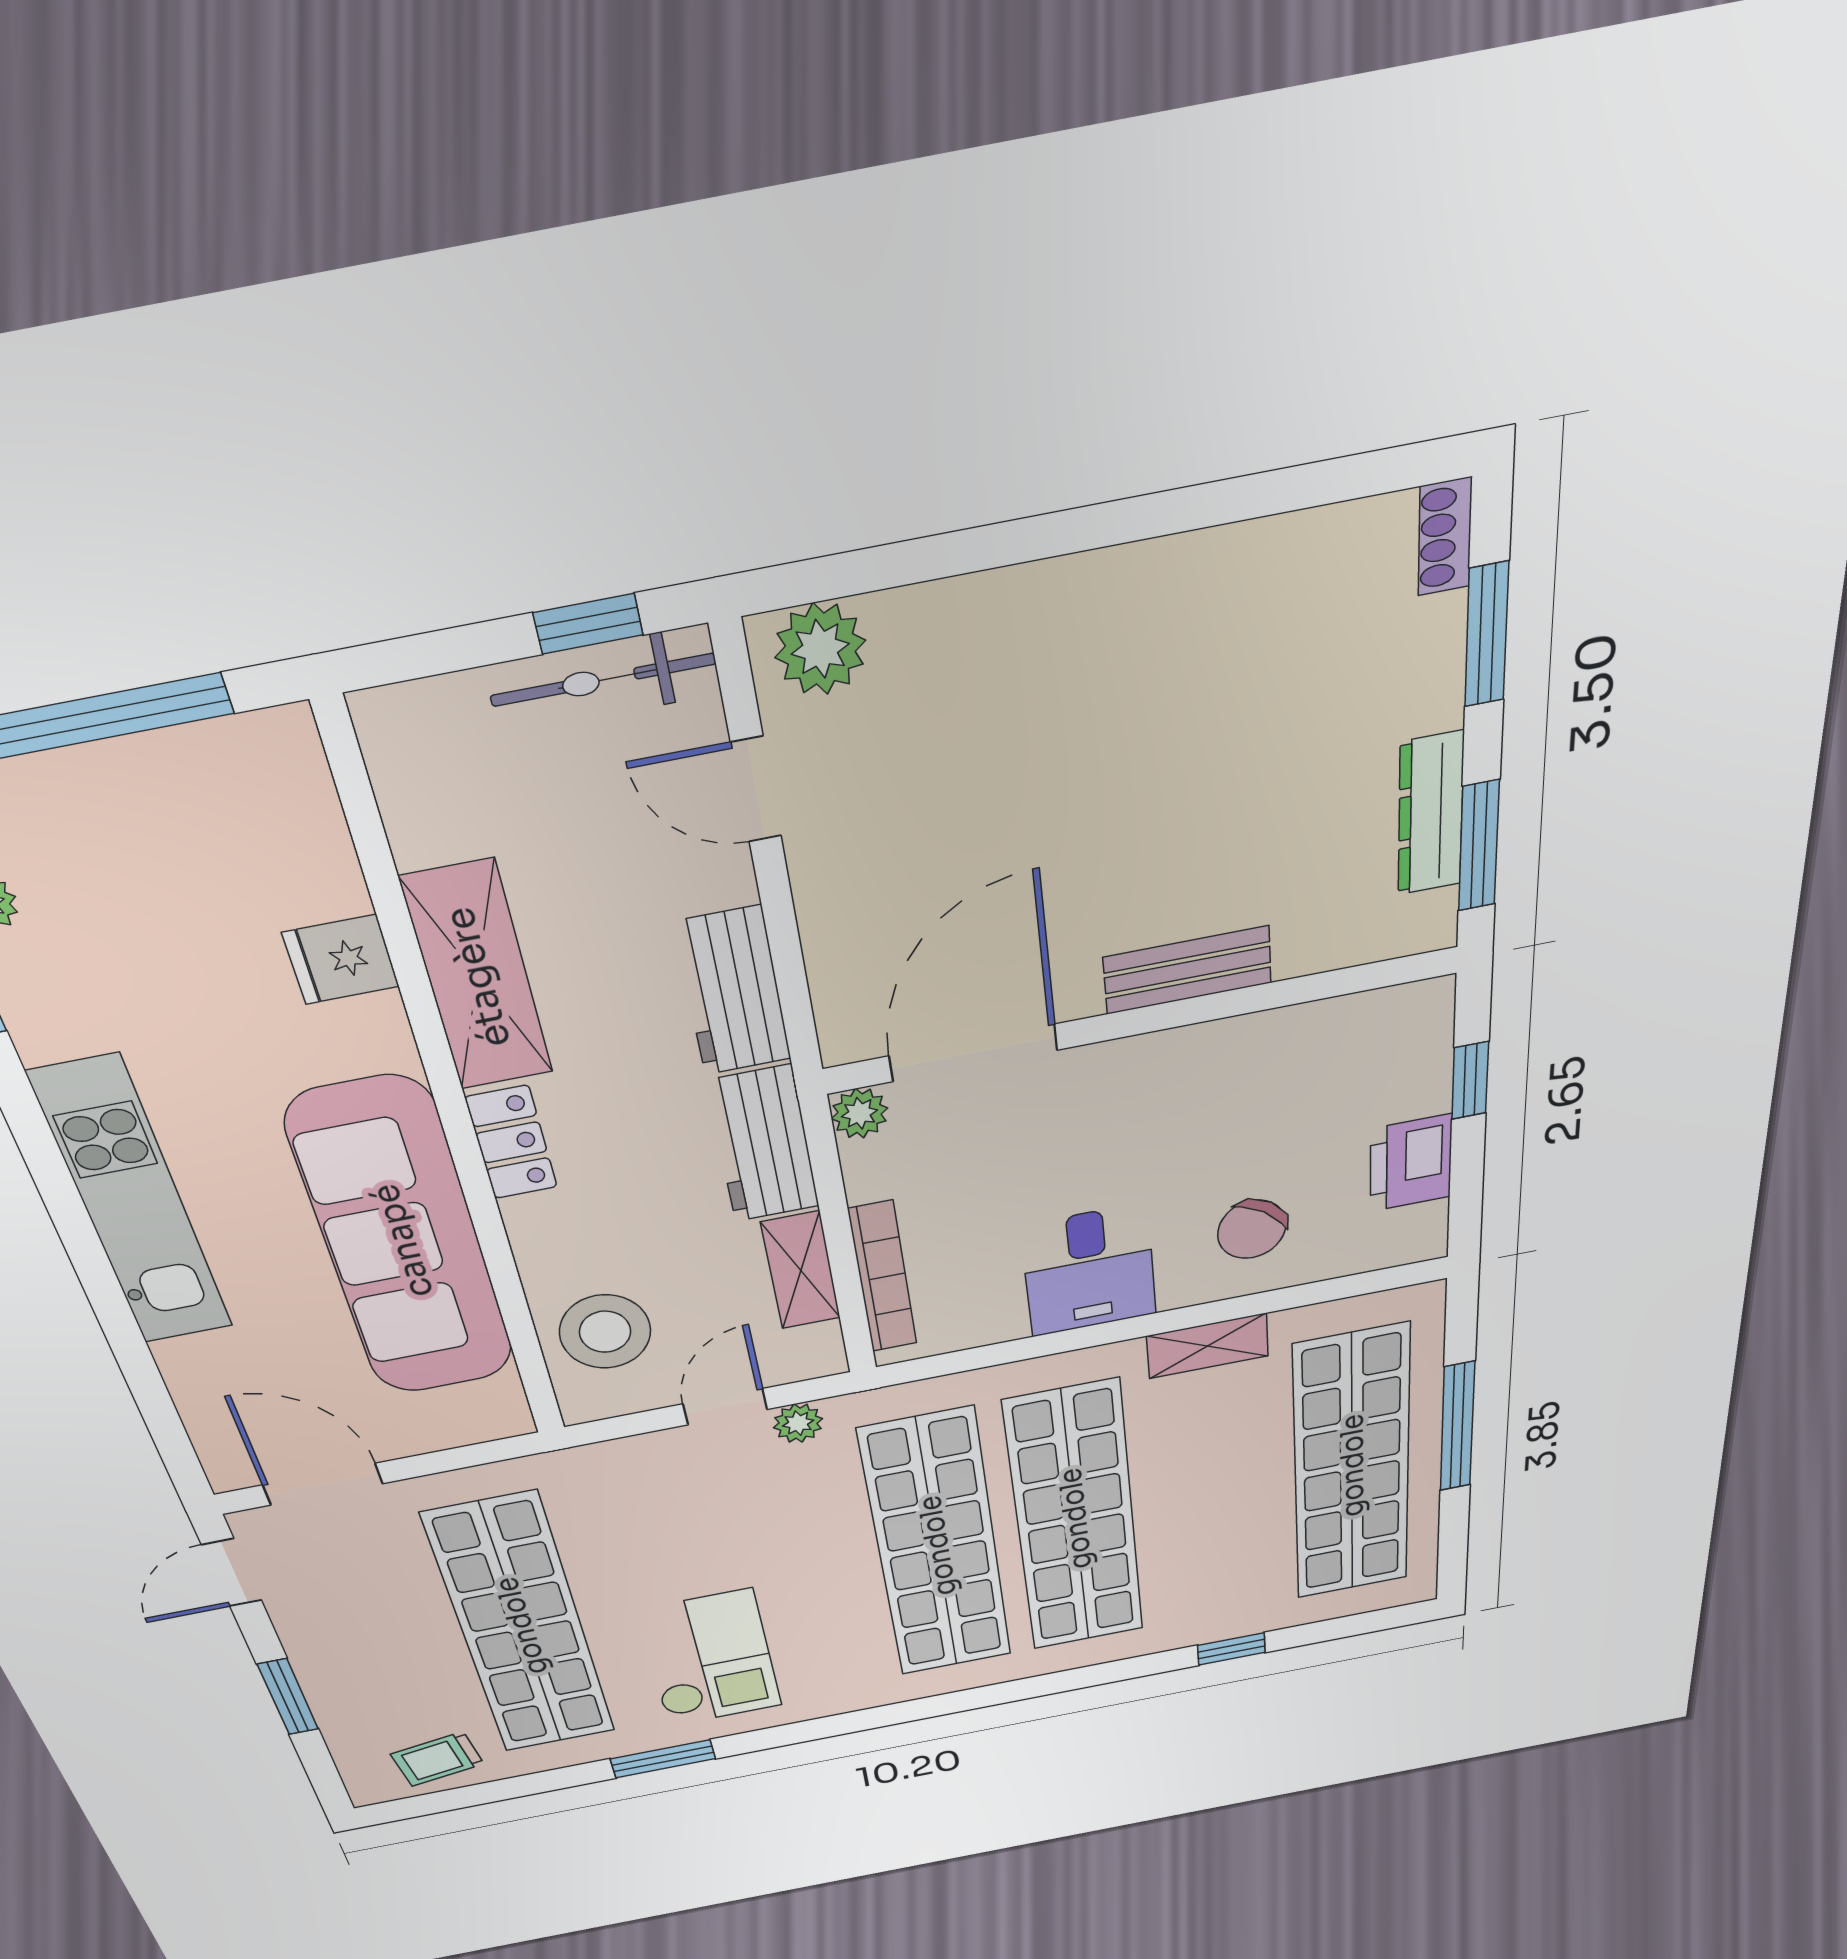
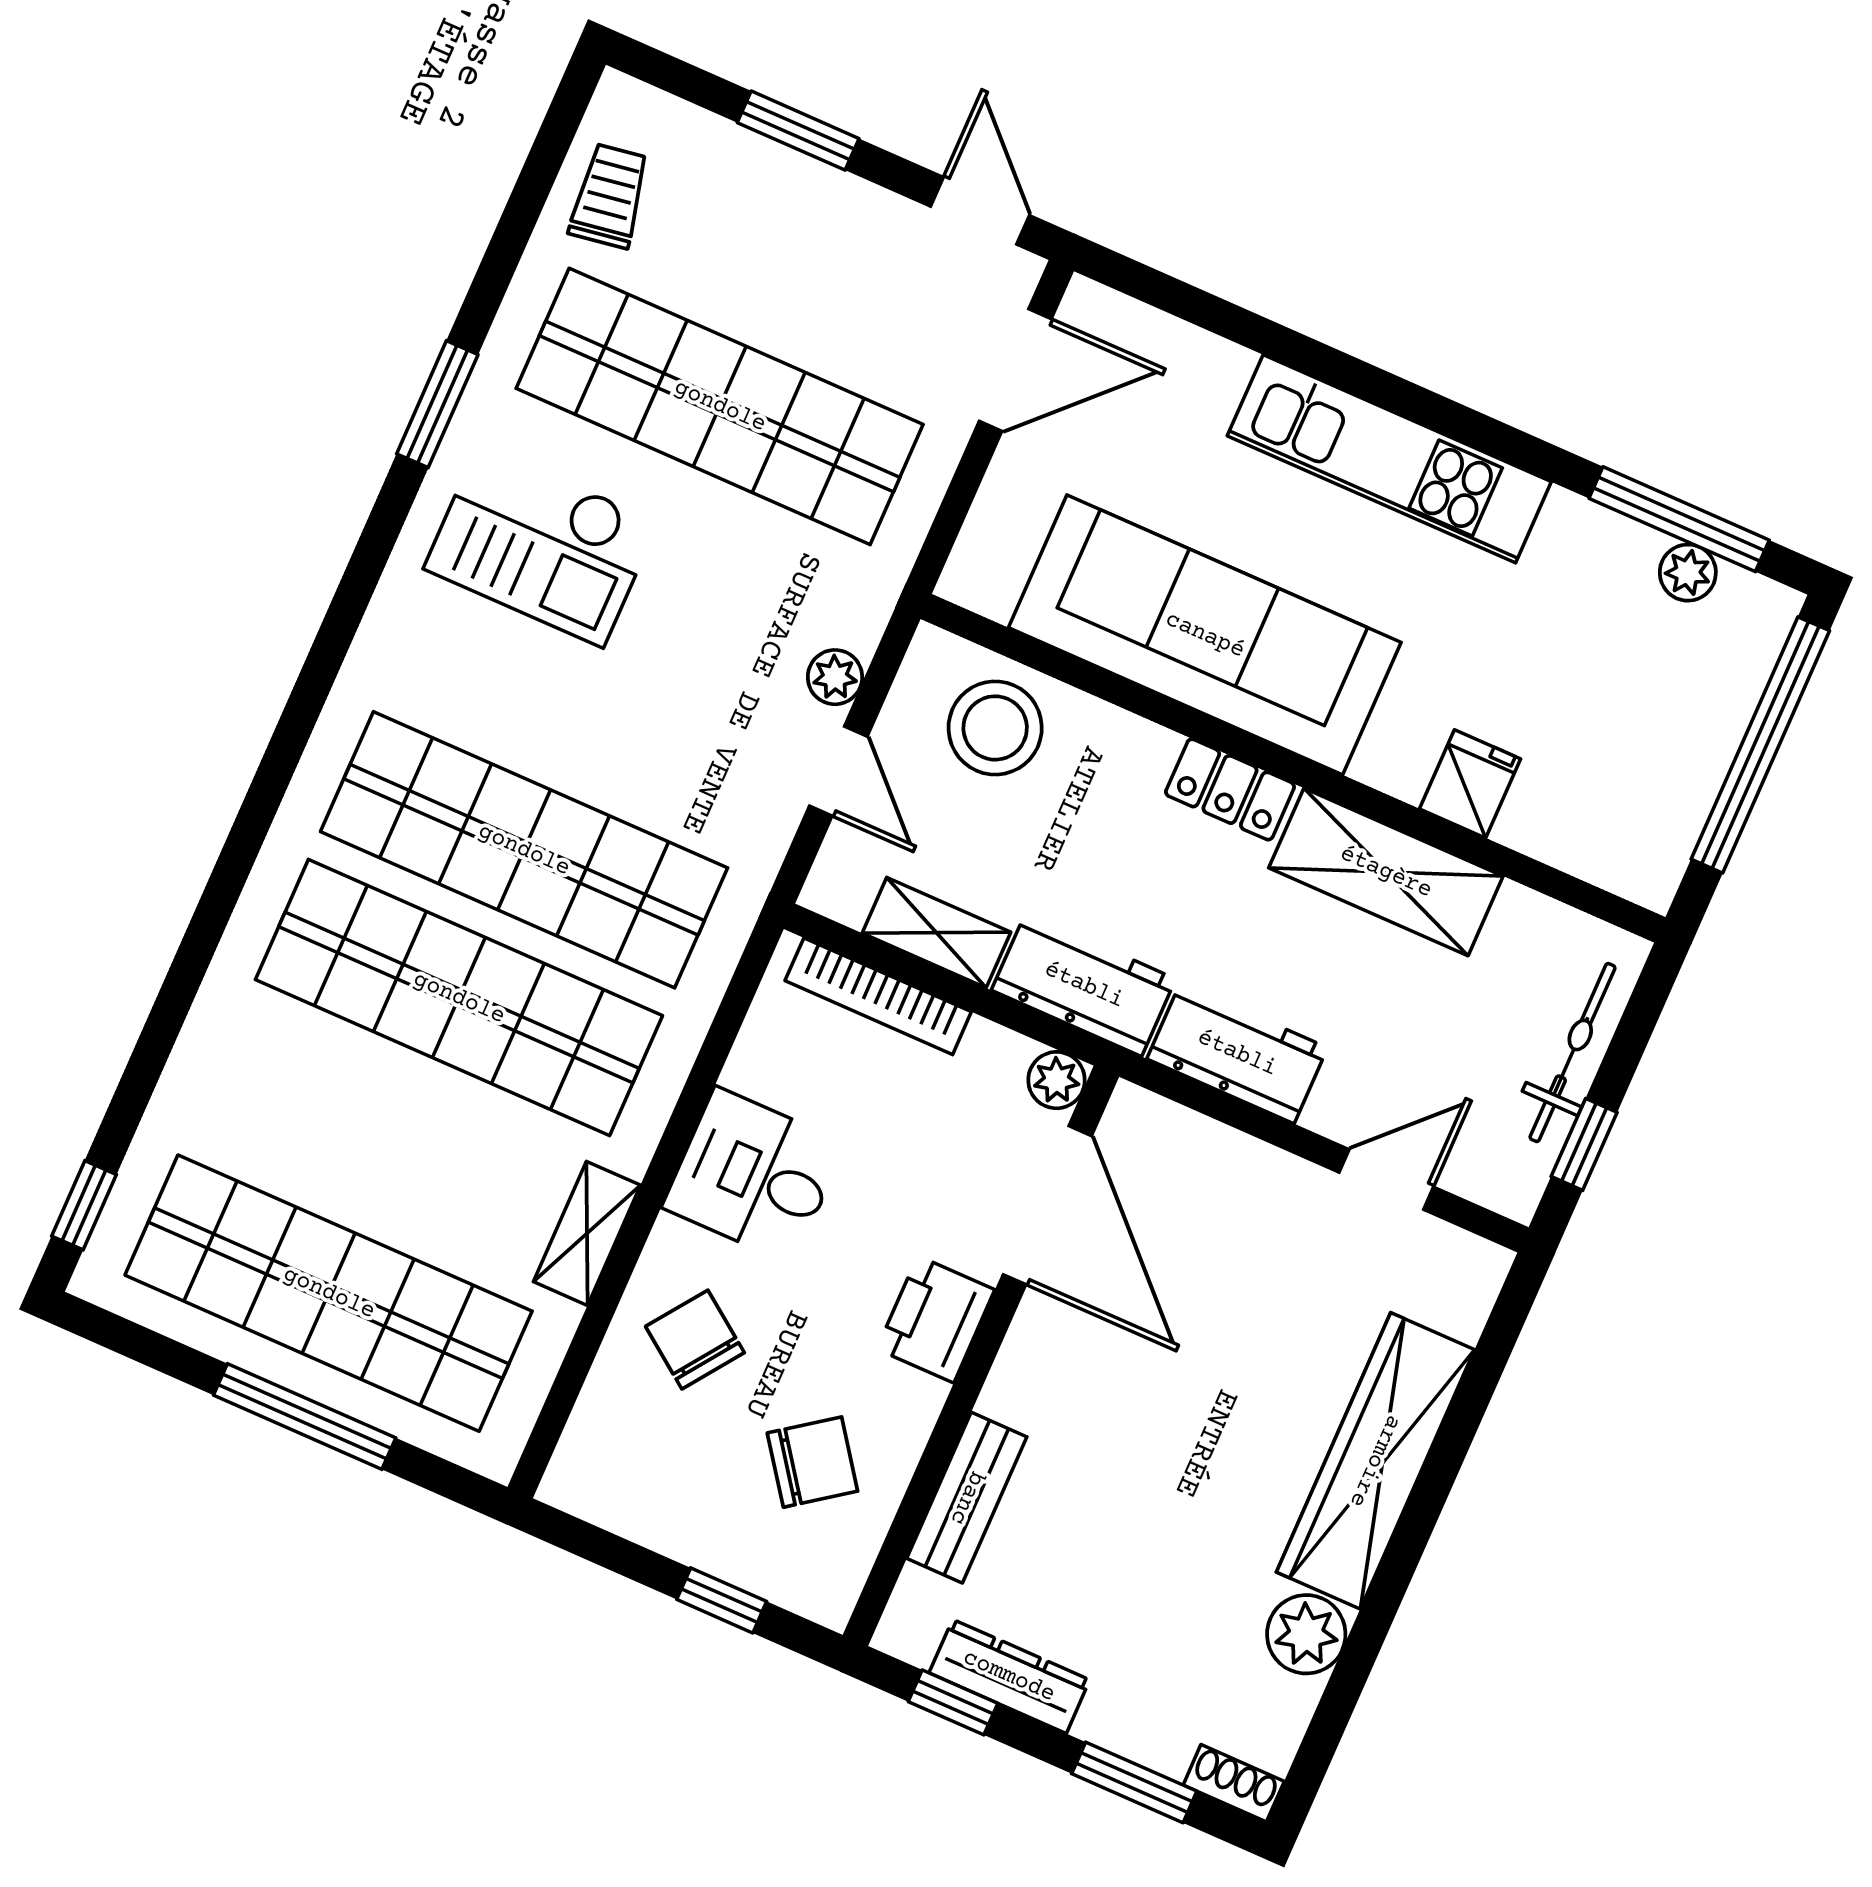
wardrobe: (1038, 615) -> (1375, 1461), added
plant: (820, 649) -> (1306, 1634), moved
bicycle: (603, 680) -> (1573, 1053), moved
window: (1479, 846) -> (953, 1702), width x0.67
bench: (1187, 970) -> (967, 1498), moved
chair: (1311, 1088) -> (812, 1462), added
printer: (1411, 1163) -> (936, 1319), moved, turned -90
plant: (798, 1423) -> (835, 677), moved
window: (1231, 1649) -> (84, 1205), moved

